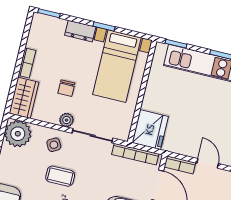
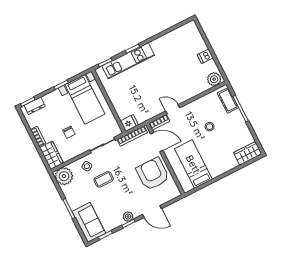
dresser: (80, 31) -> (35, 106), moved
plant: (67, 120) -> (83, 148), removed
fridge: (150, 130) -> (129, 123), width x0.53, depth x0.75

